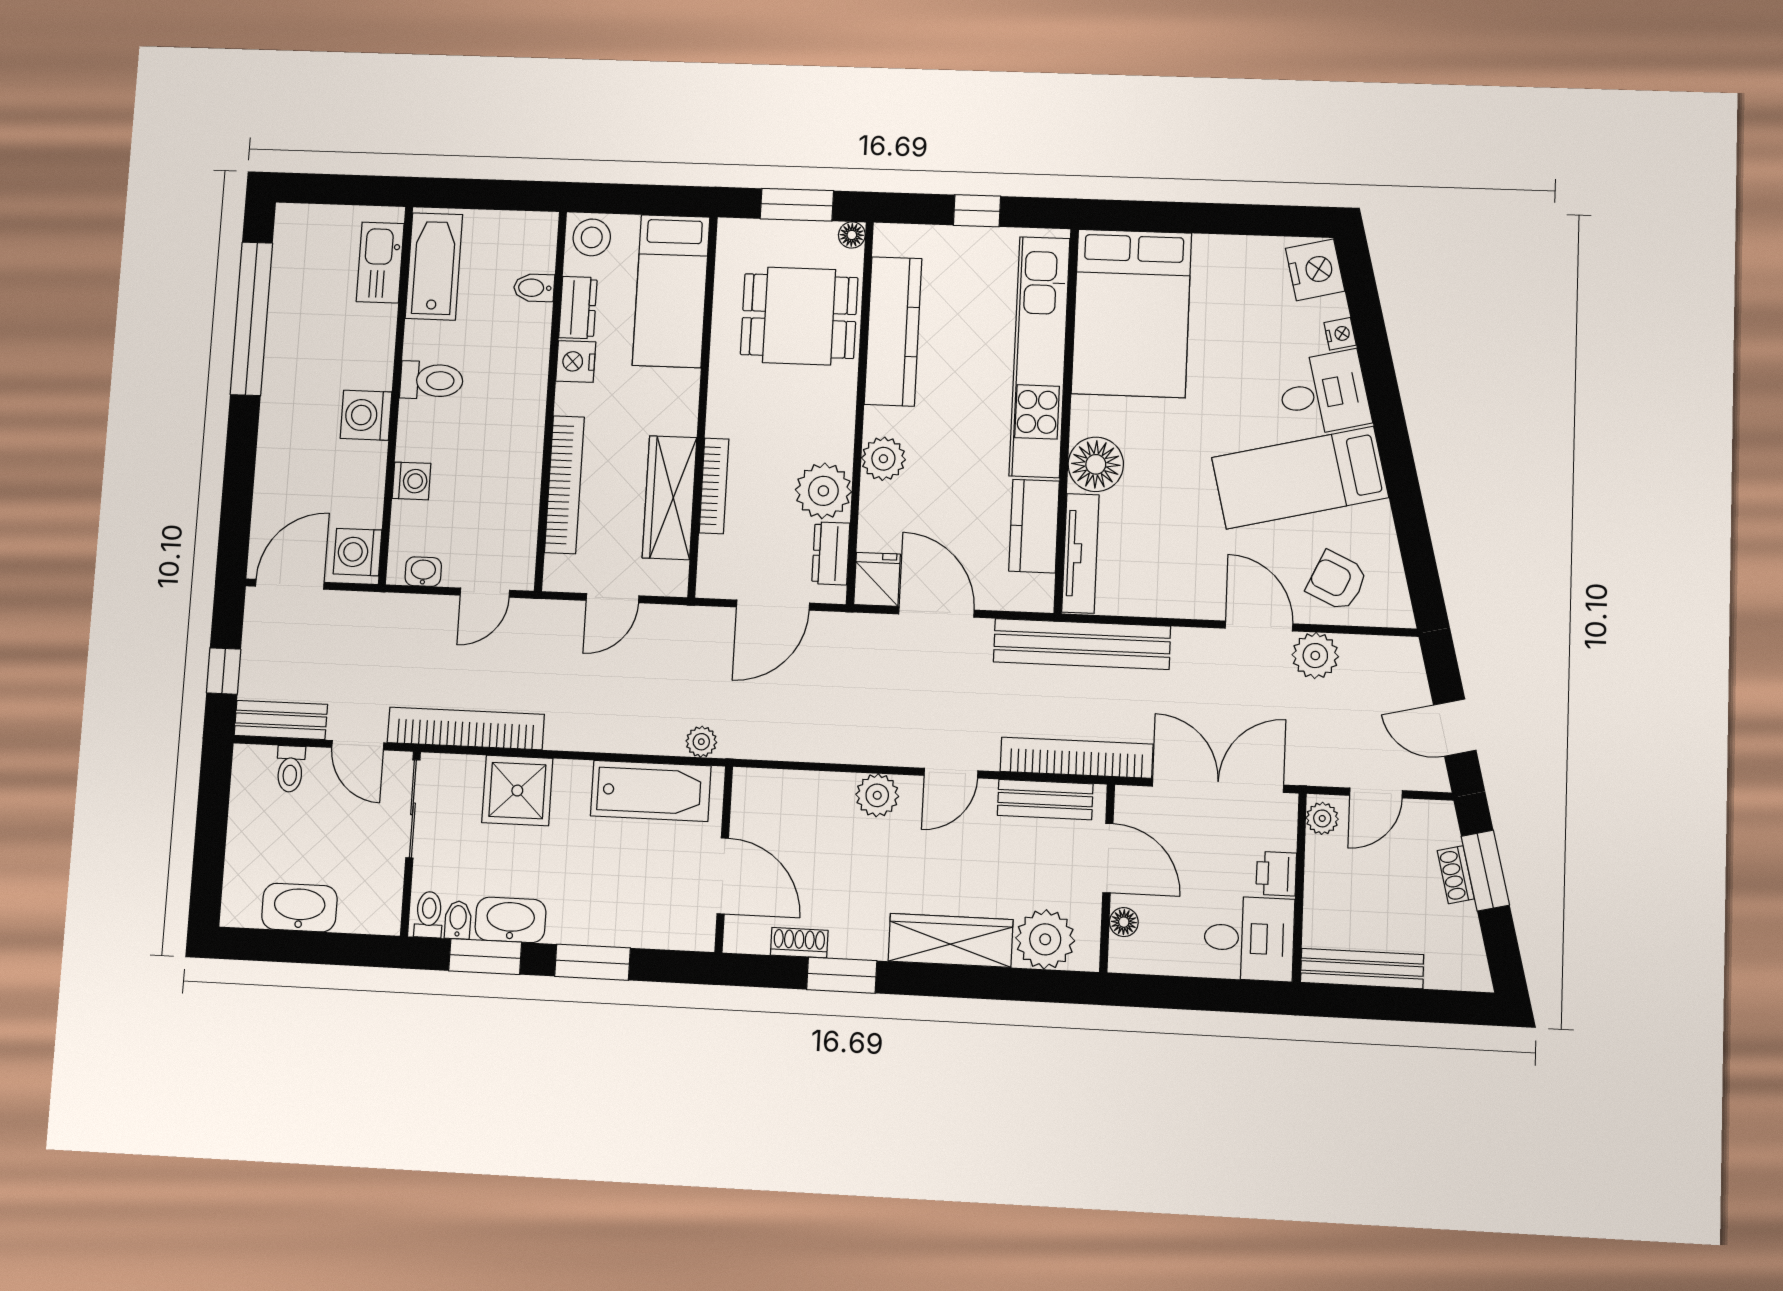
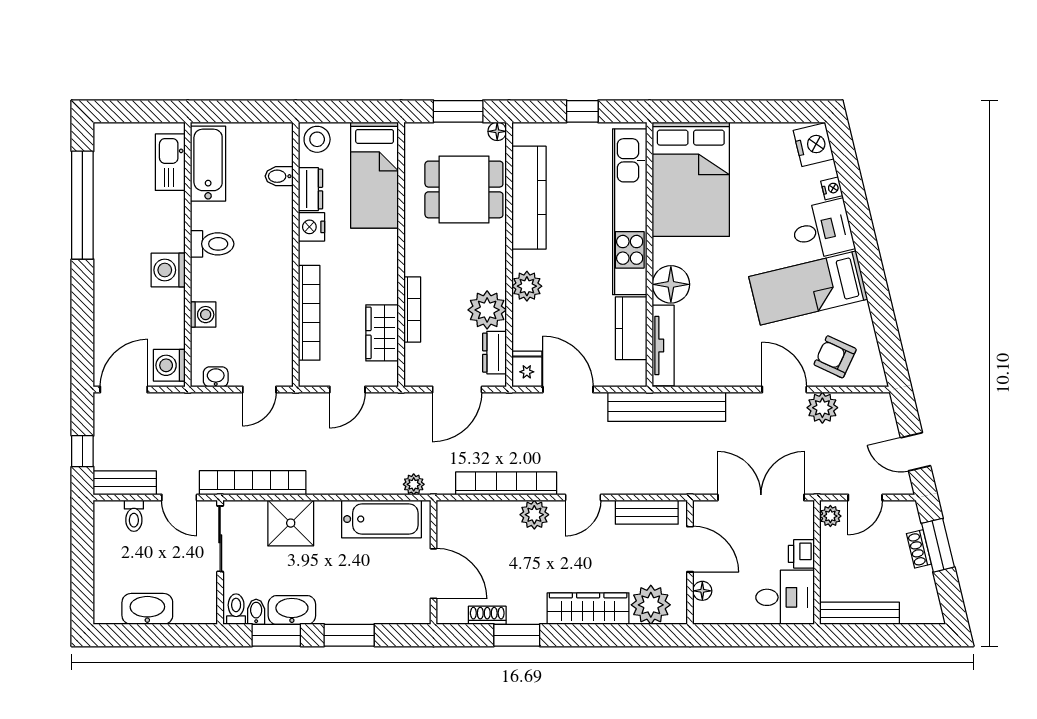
wardrobe: (669, 498) -> (382, 333), width x0.67
bookcase: (1076, 758) -> (506, 483), moved

